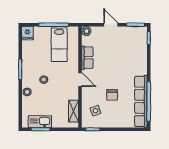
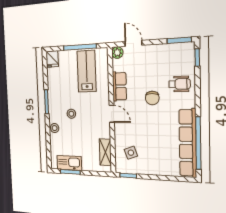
door: (111, 25) -> (133, 43), moved
lab bench: (59, 45) -> (87, 71), turned 180
wheelchair: (135, 57) -> (179, 84), added
chair: (112, 95) -> (152, 98), moved

